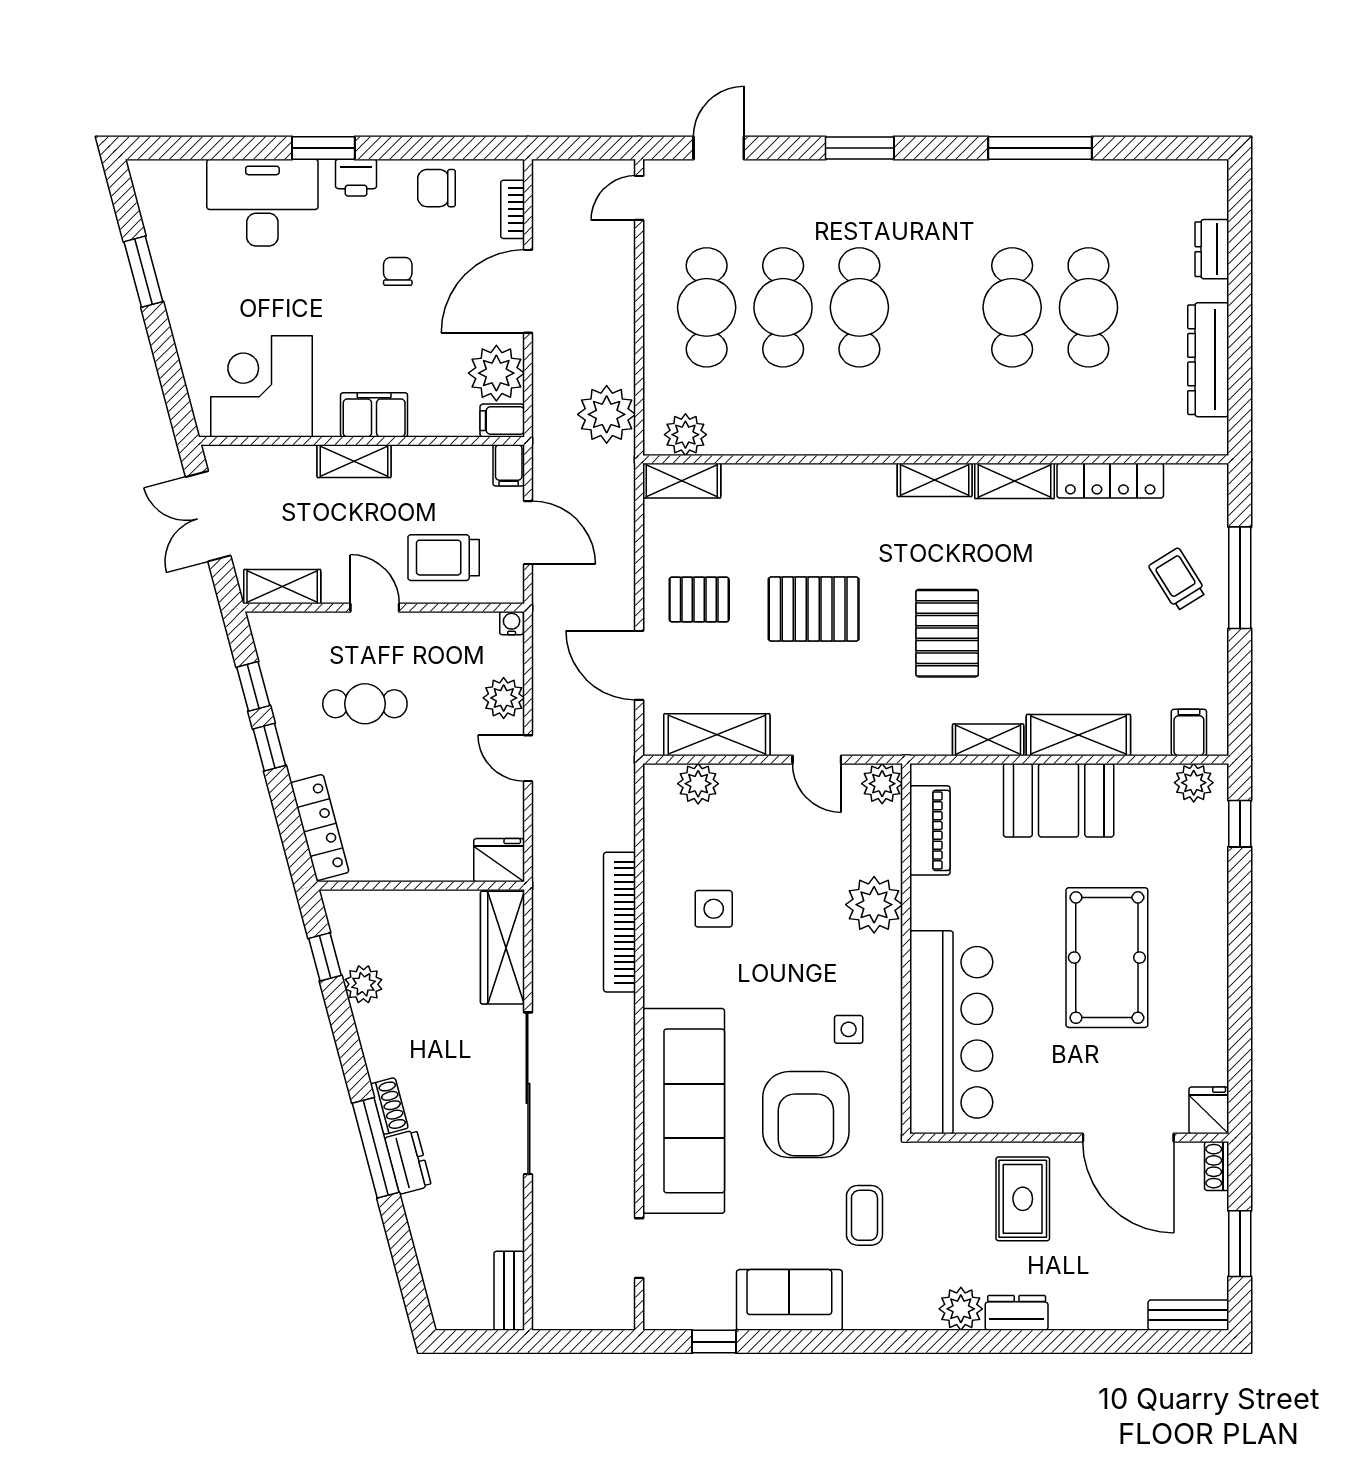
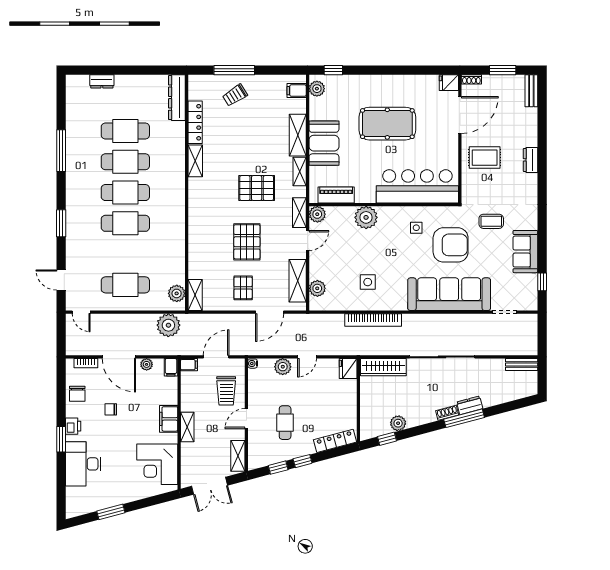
cafe table: (783, 307) -> (125, 193), moved
dresser: (1208, 360) -> (177, 98), moved, turned 90
plant: (496, 373) -> (147, 364), width x0.53, depth x0.53
shelving: (935, 480) -> (299, 213), moved
plant: (961, 1309) -> (529, 182), removed

